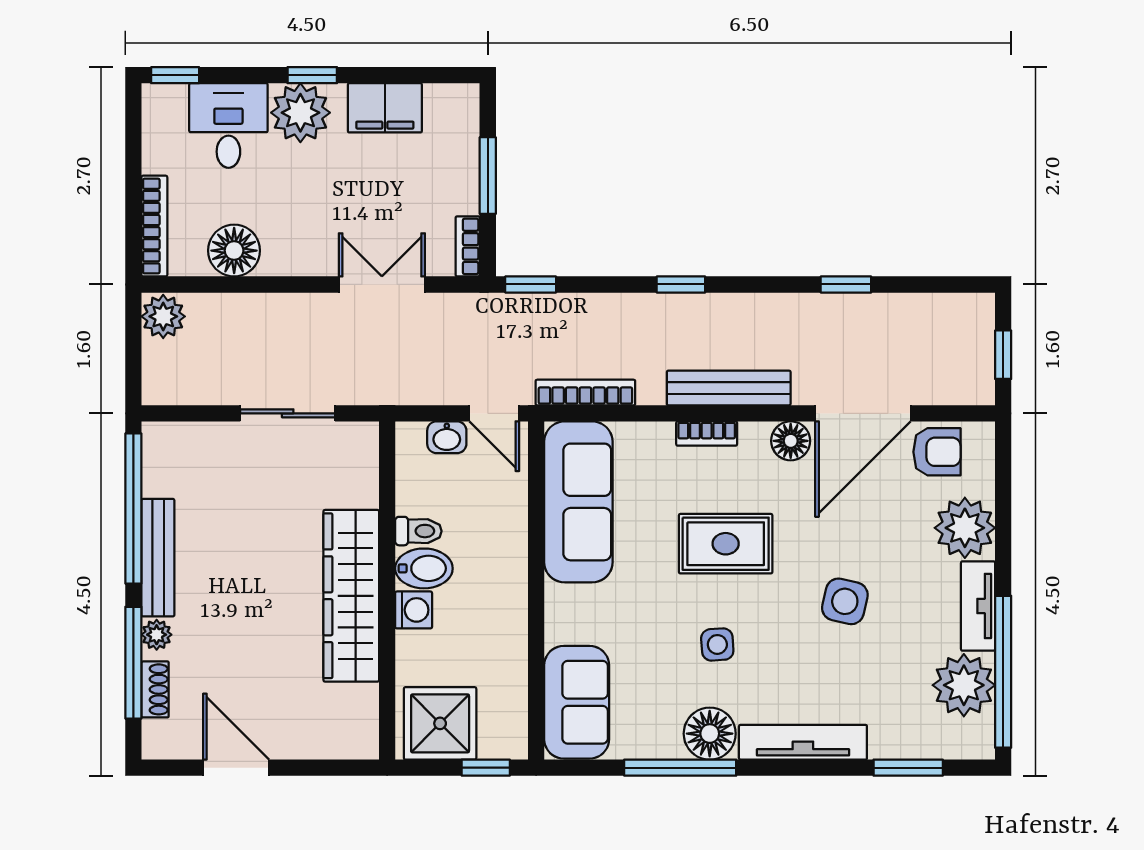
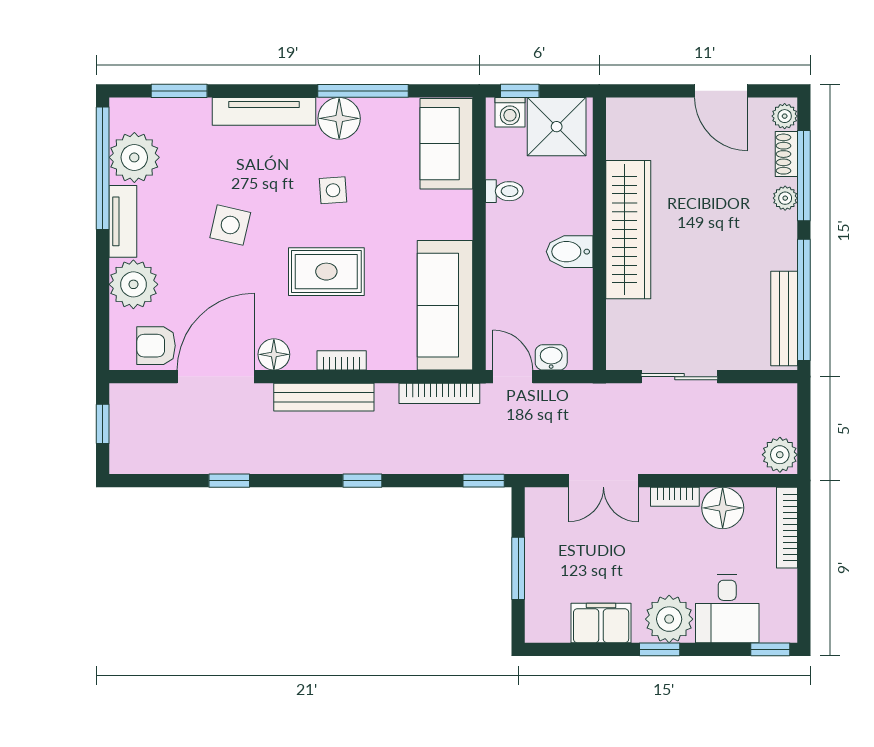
bookcase: (468, 246) -> (675, 497), moved, turned 90
toilet: (418, 531) -> (504, 191), moved, turned 180
bench: (158, 558) -> (784, 319), moved
washing machine: (414, 610) -> (510, 112), moved, turned -90
plant: (157, 736) -> (785, 116), added

